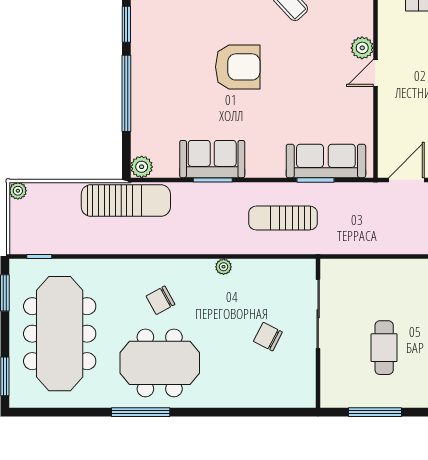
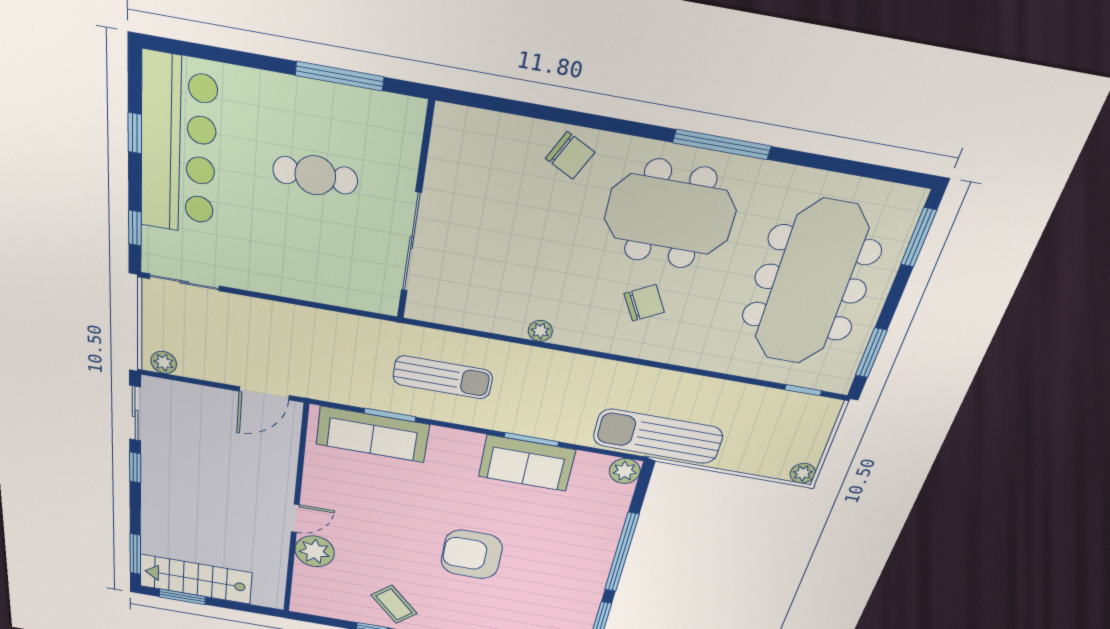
plant: (362, 48) -> (315, 551), width x1.36, depth x1.36
chair: (268, 337) -> (570, 155), moved
cafe table: (384, 348) -> (315, 175), turned 90

